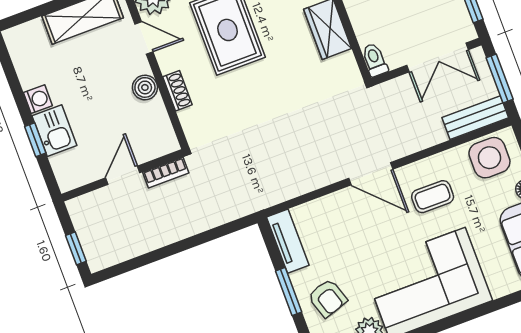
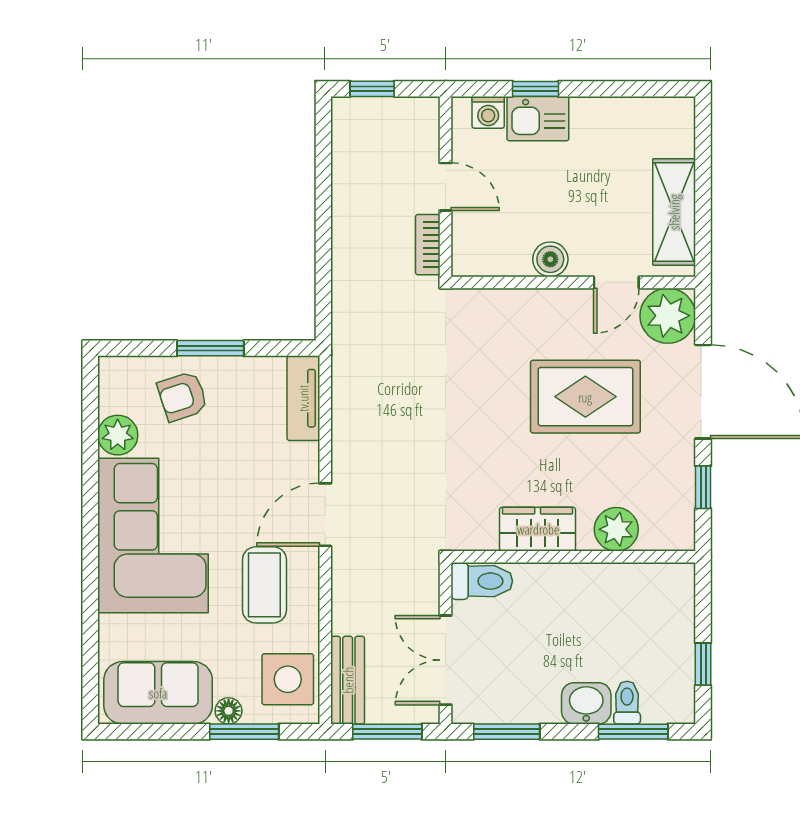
toilet: (375, 60) -> (482, 581), width x1.37, depth x1.39
shoe rack: (177, 91) -> (530, 301), removed
washing machine: (38, 99) -> (488, 112), moved
coffee table: (433, 197) -> (264, 585), width x1.36, depth x1.30
tv unit: (288, 241) -> (303, 398), moved, turned 90

